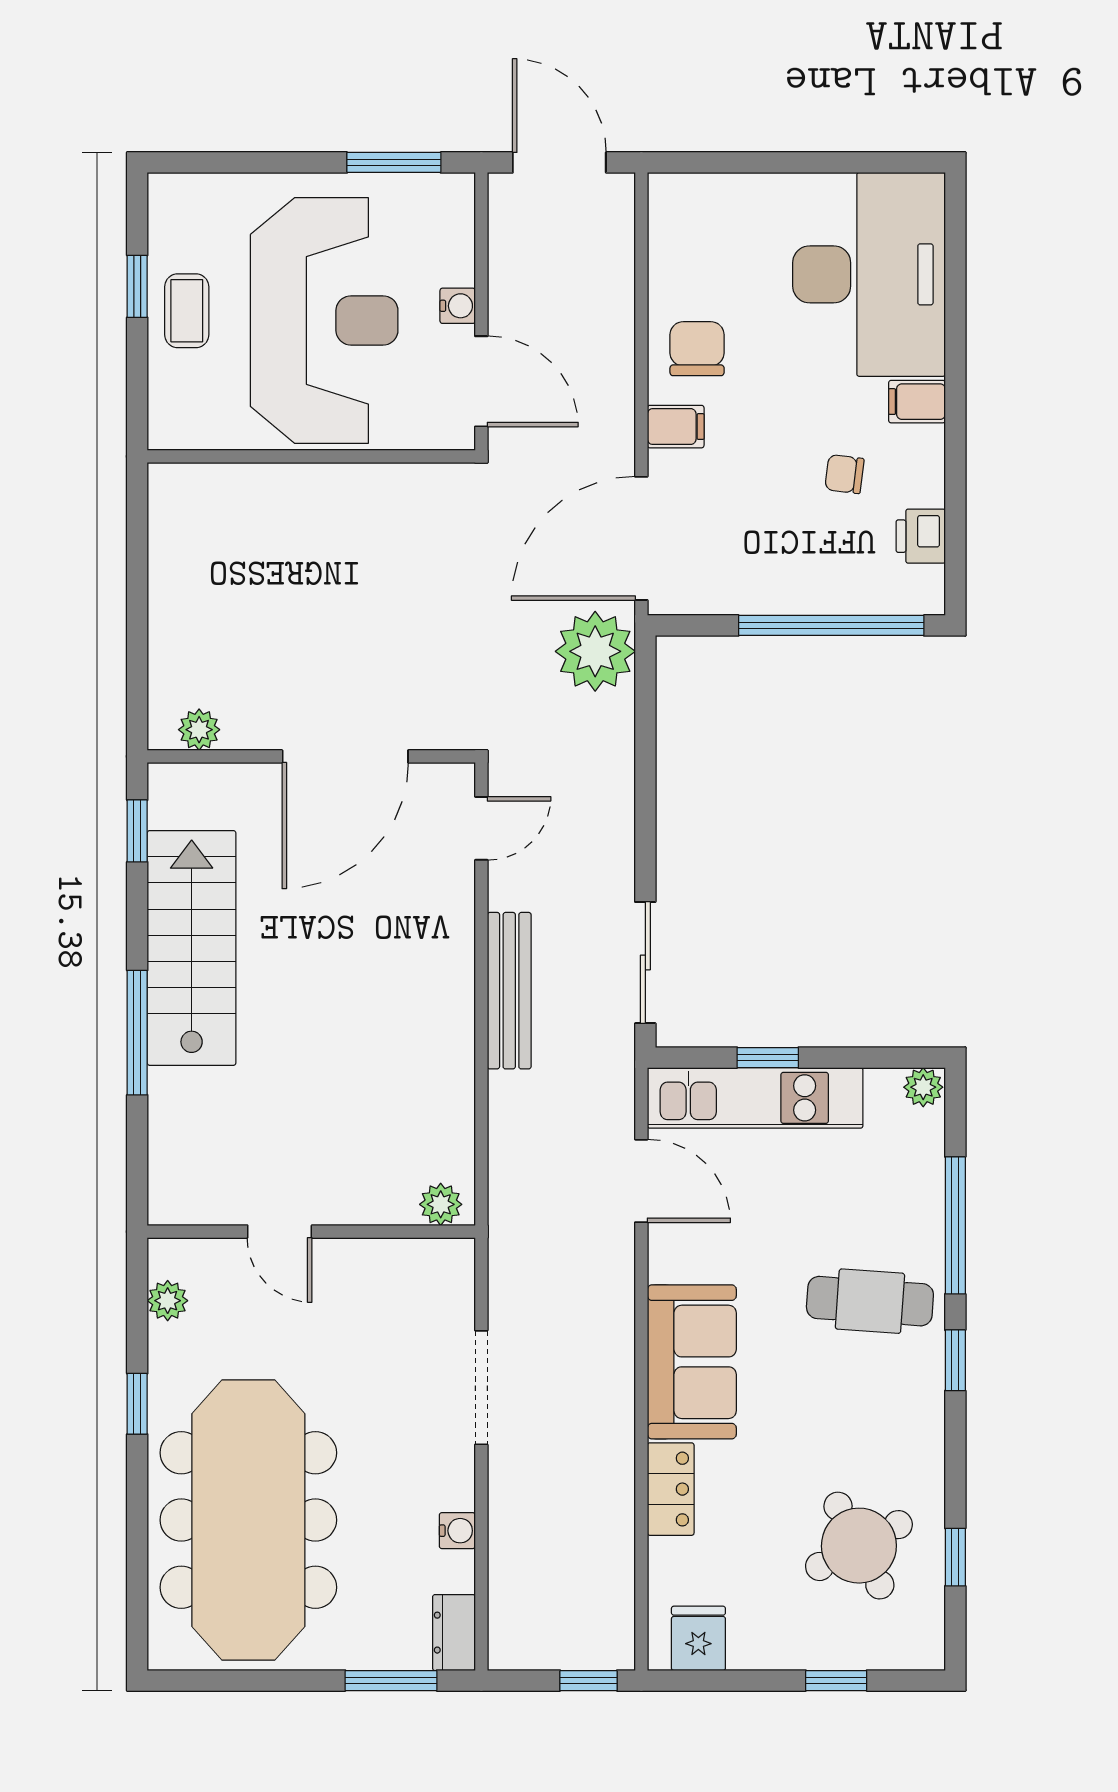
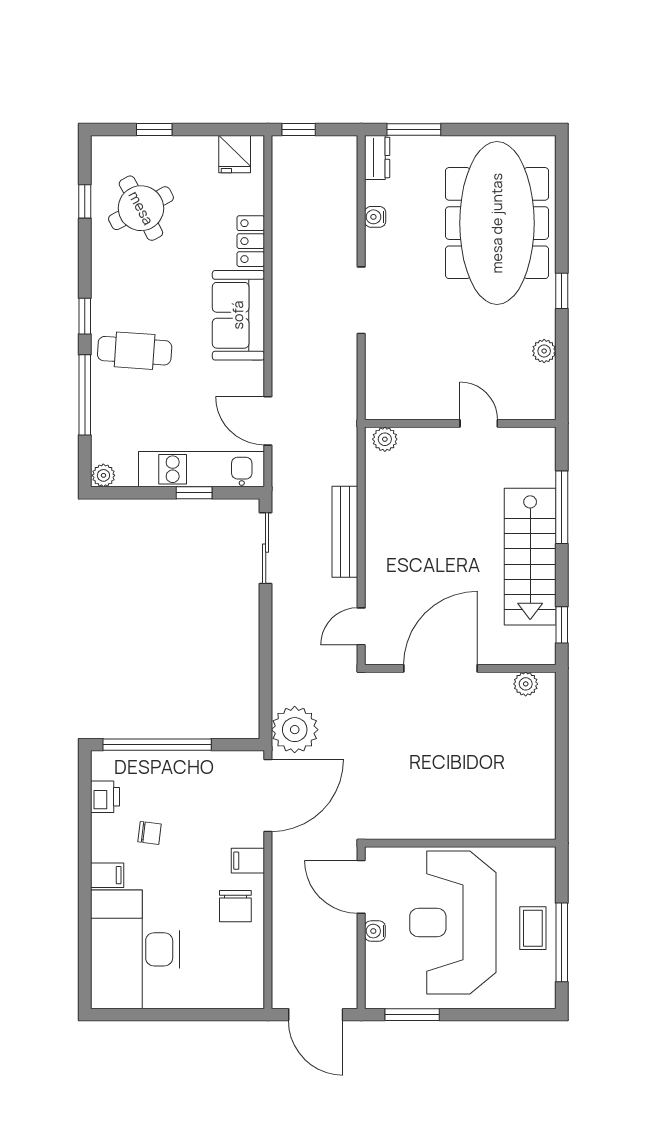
window: (137, 286) -> (562, 942), width x2.17
plant: (441, 1204) -> (385, 439), moved
door: (280, 1232) -> (479, 423), moved
wall: (311, 1232) -> (460, 423), moved

